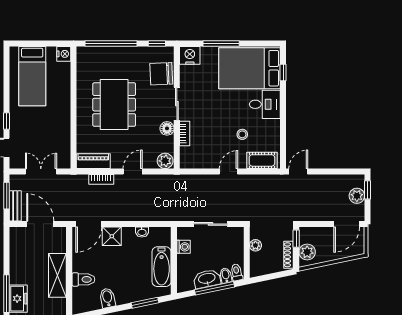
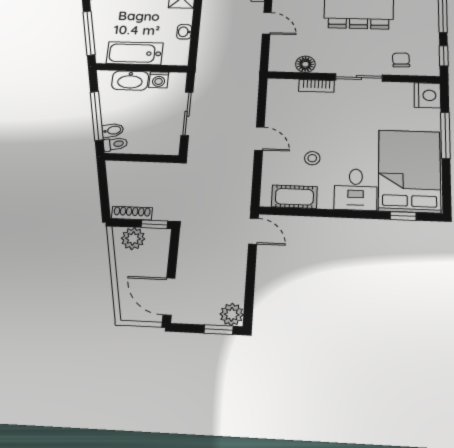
chair: (161, 74) -> (401, 60), width x0.54, depth x0.54
floor lamp: (167, 128) -> (305, 64), moved
cot: (262, 160) -> (294, 197), moved, turned 90
plant: (165, 161) -> (279, 61), removed
plant: (357, 196) -> (232, 314), moved
plant: (255, 245) -> (151, 170), removed
washbasin: (207, 279) -> (130, 81), moved, turned 102
window: (145, 303) -> (89, 33), width x1.44

